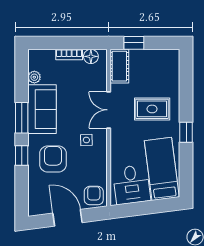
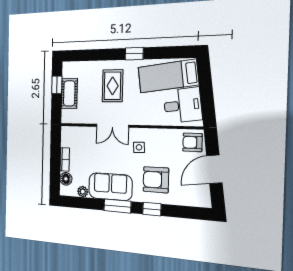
window: (134, 43) -> (57, 85), moved
floor lamp: (91, 56) -> (66, 179), moved
cot: (119, 66) -> (69, 93), moved, turned 90

